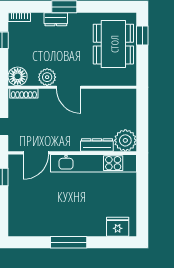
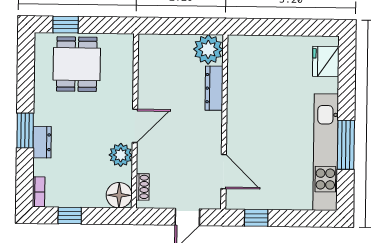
dining table: (113, 44) -> (77, 64), width x0.73
shoe rack: (24, 93) -> (143, 187), width x0.70
kitchen unit: (93, 163) -> (326, 152), moved, turned 180
window: (69, 242) -> (346, 145), moved

